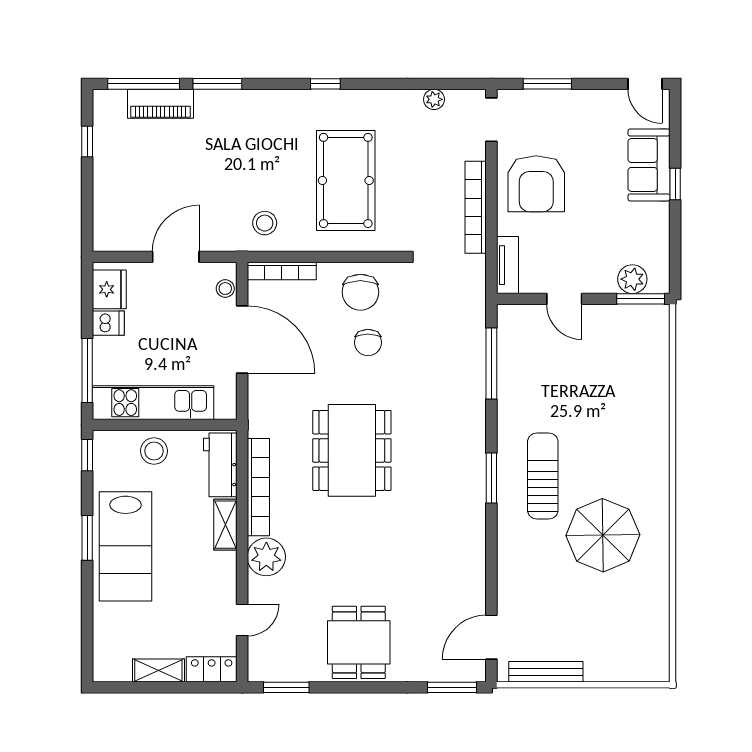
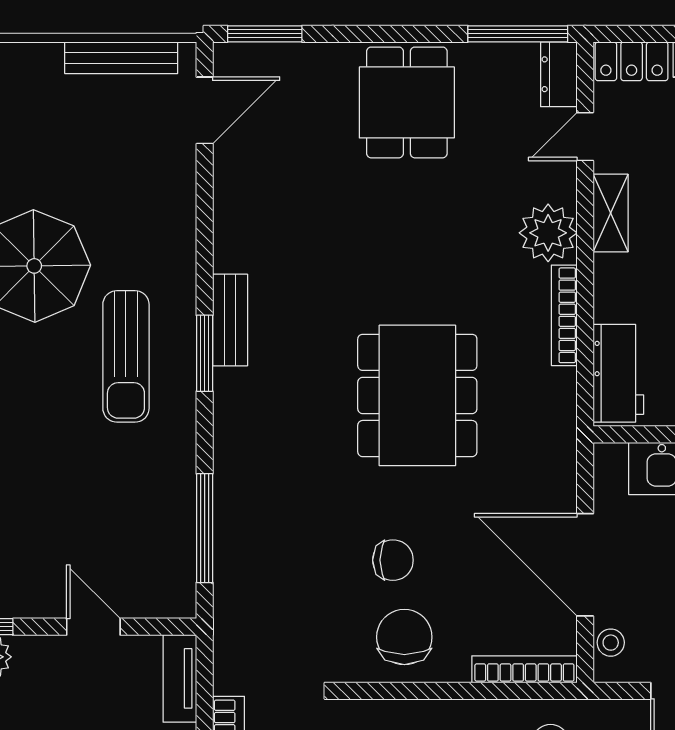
chair: (368, 343) -> (393, 560), turned 90
bookcase: (258, 487) -> (564, 315), width x0.68, depth x0.76
bench: (475, 500) -> (230, 320), added
shelving: (225, 525) -> (611, 213), moved
dresser: (259, 661) -> (559, 74), added
window: (286, 687) -> (518, 34), width x1.44

